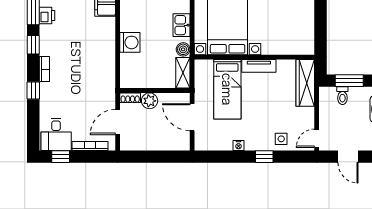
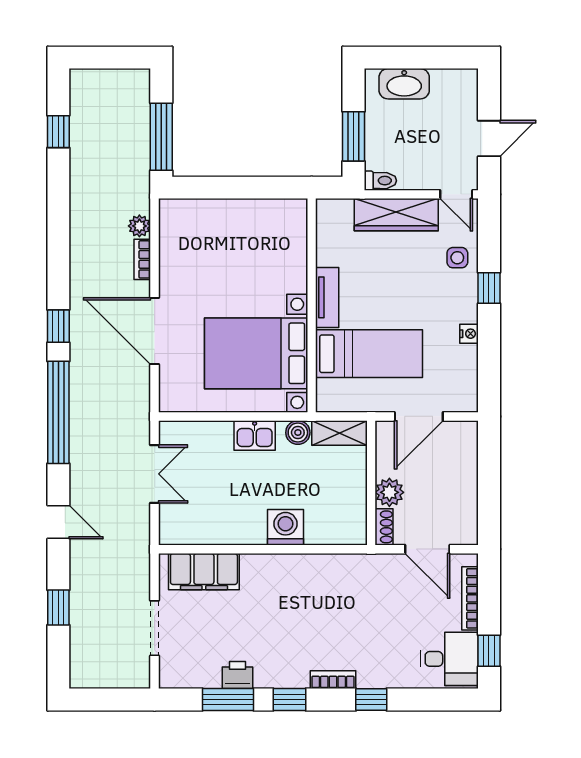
wardrobe: (305, 83) -> (396, 215), moved
toilet: (342, 96) -> (380, 181), moved

